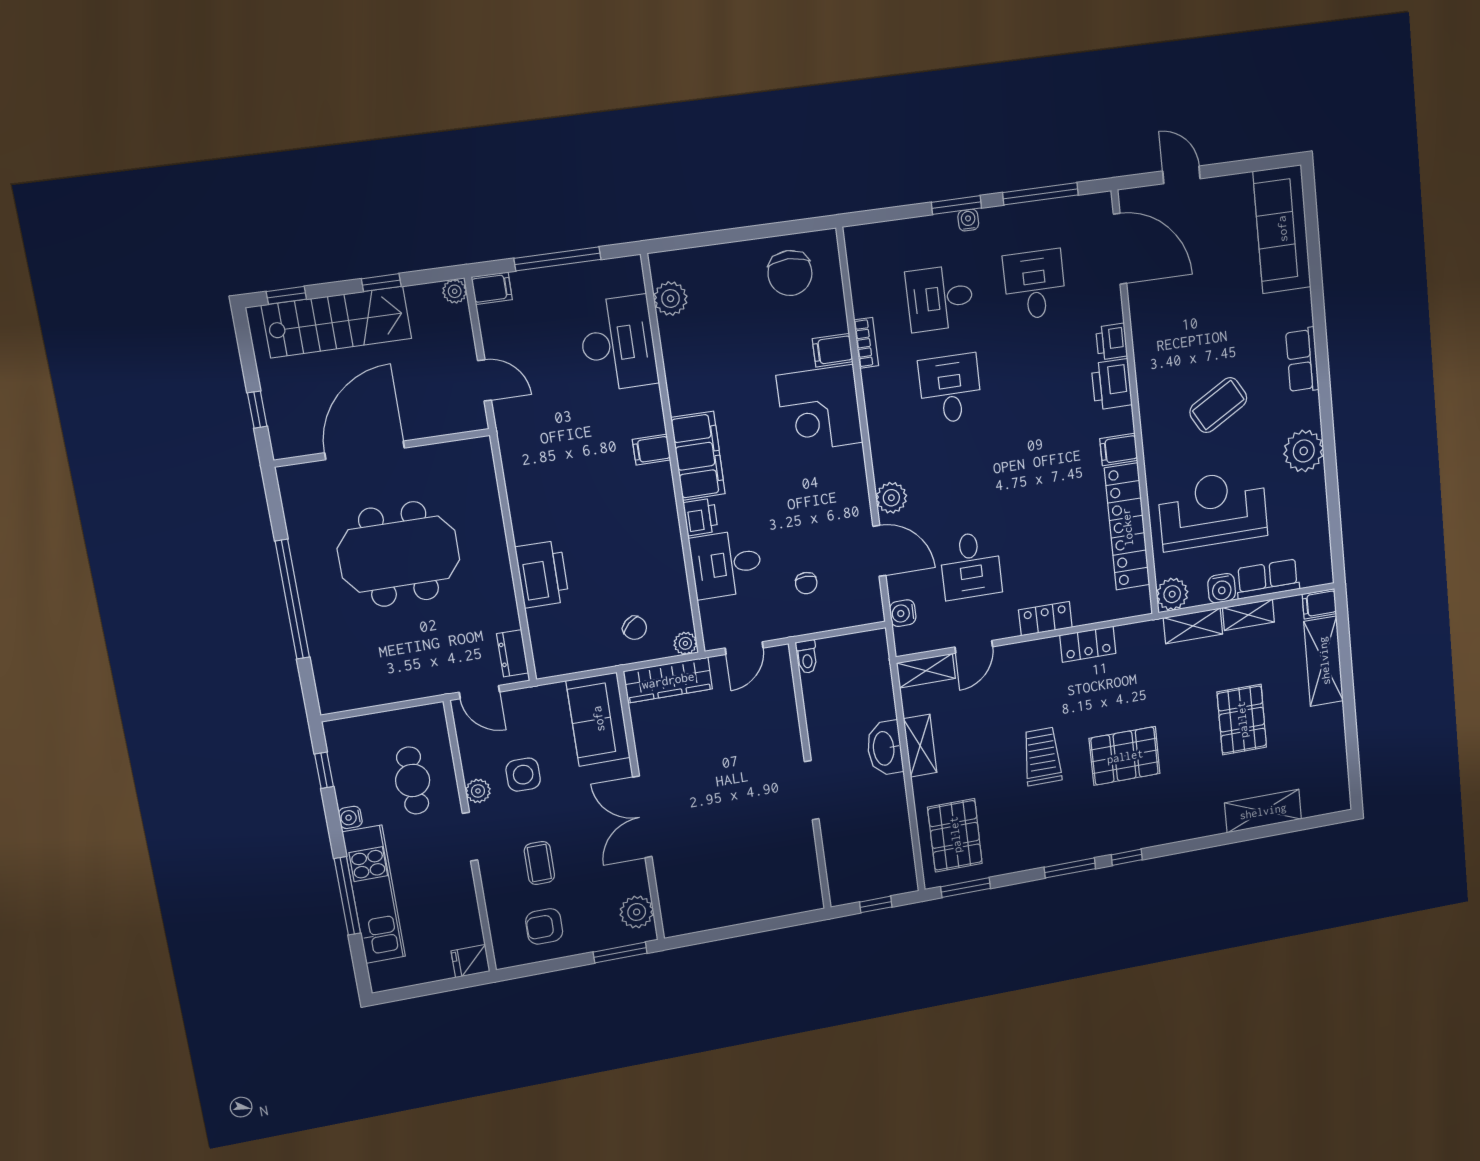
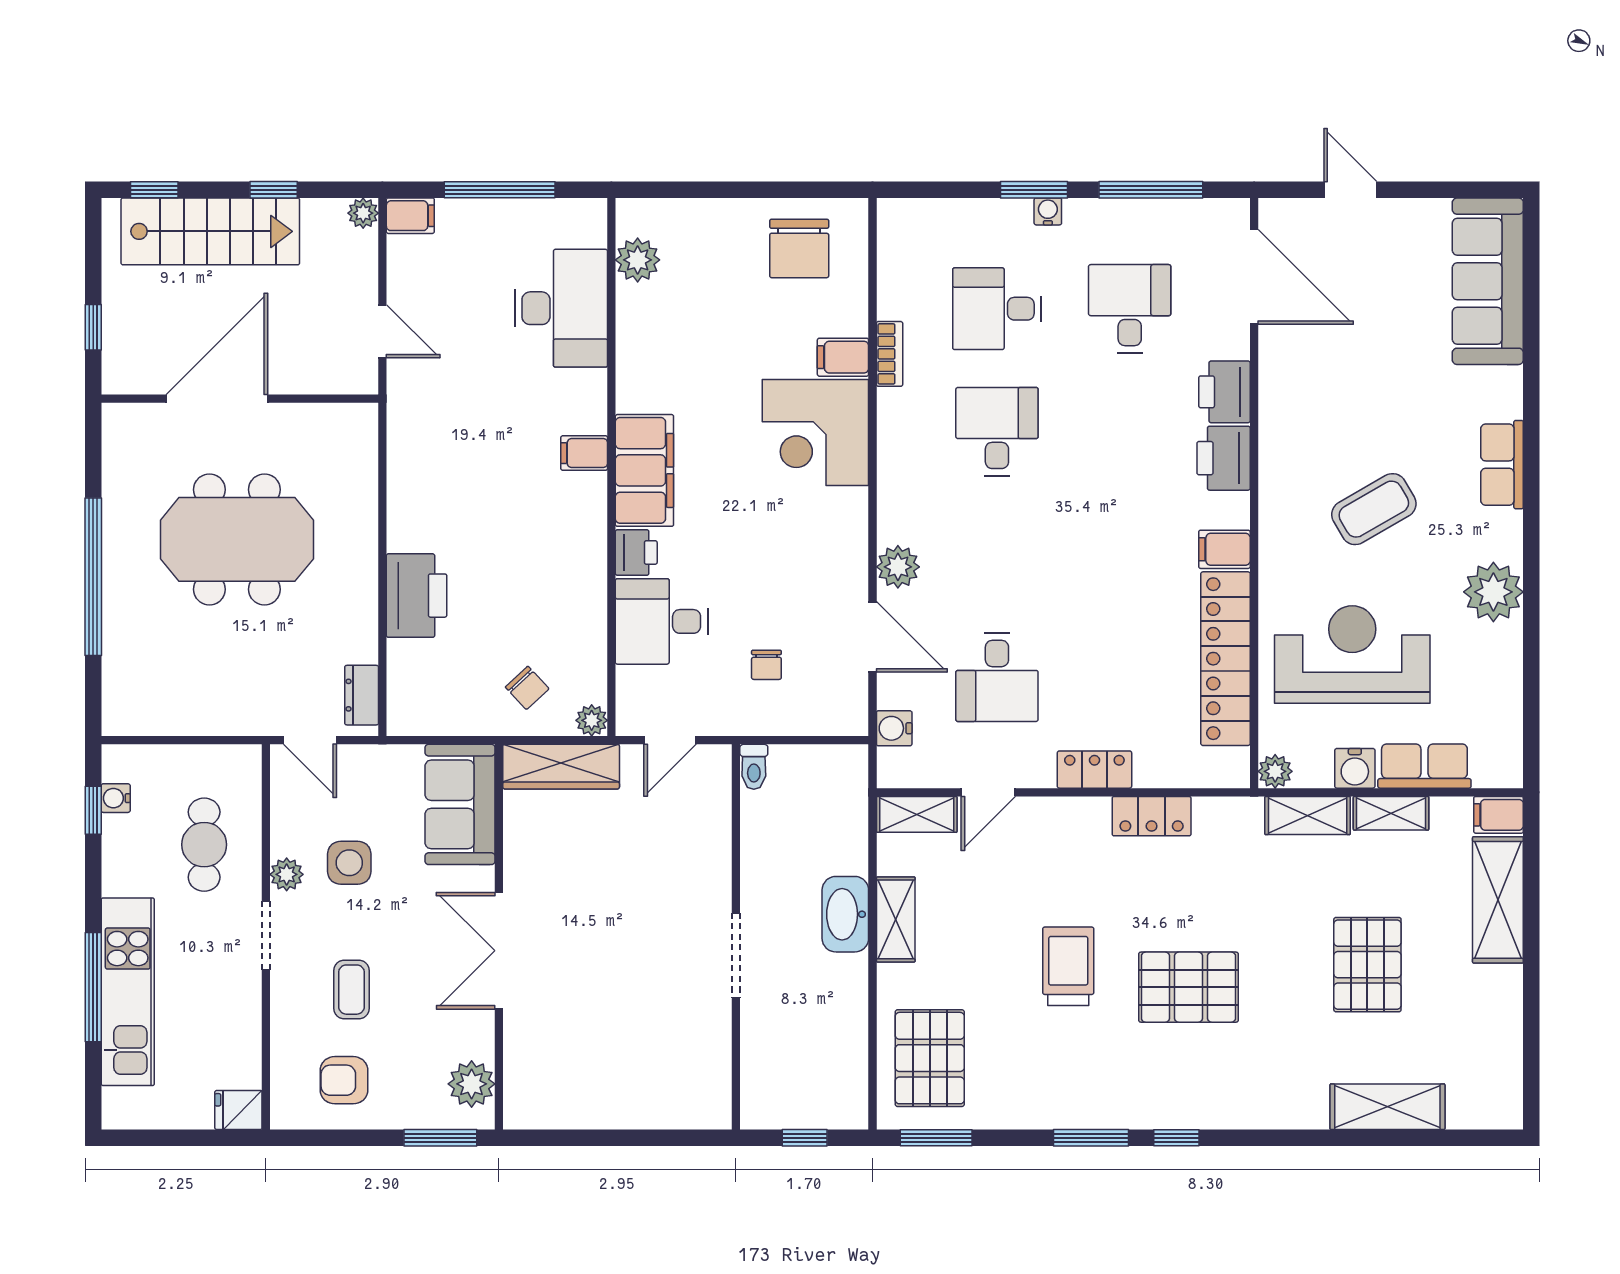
printer: (1112, 342) -> (1224, 392), width x1.36, depth x1.24
plant: (1172, 594) -> (1275, 771), width x0.73, depth x0.73
water cooler: (350, 817) -> (116, 798), moved

